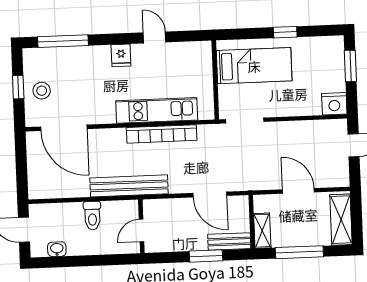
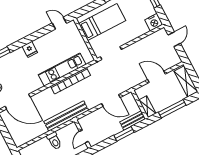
door: (155, 37) -> (59, 23), moved

